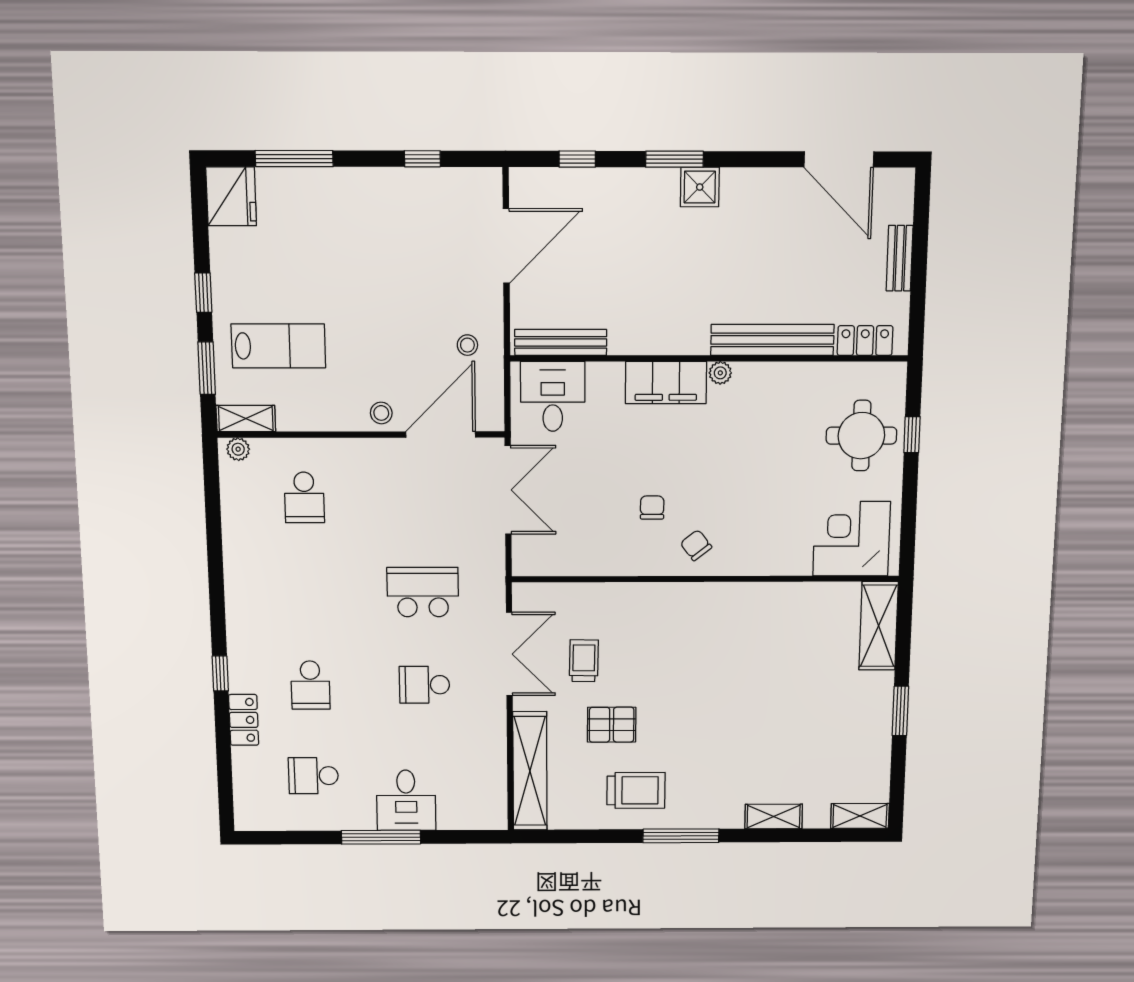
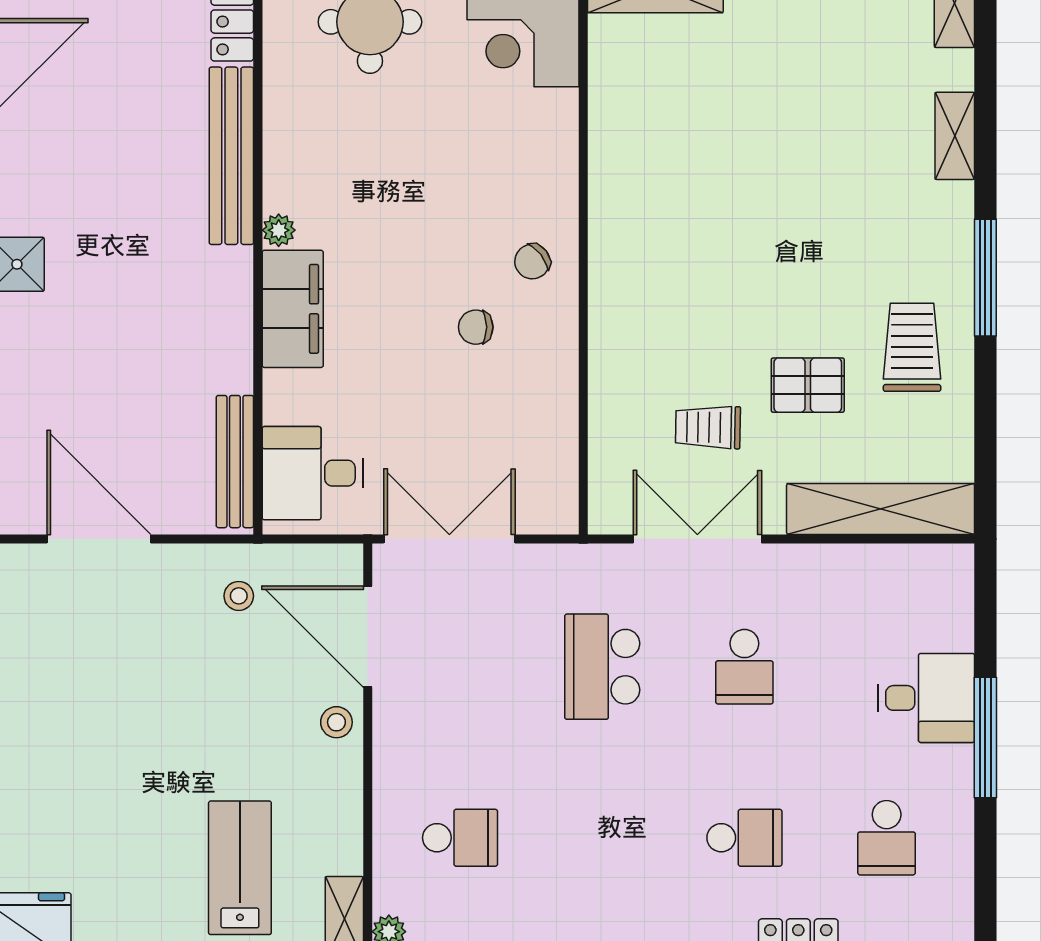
pallet: (612, 725) -> (808, 385), turned 90

